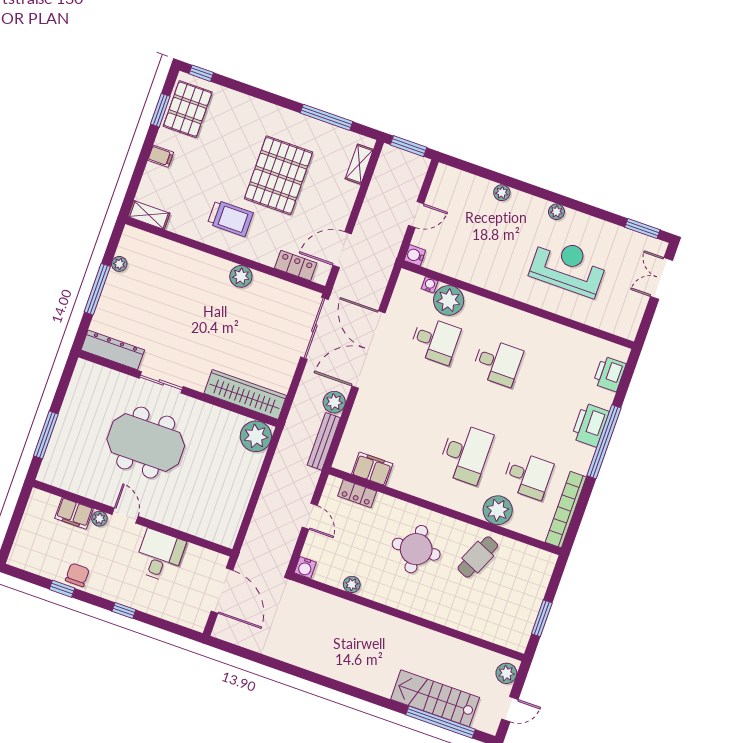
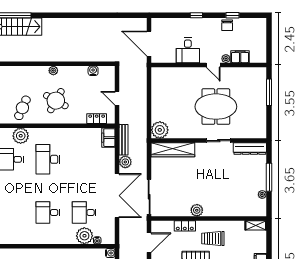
locker: (296, 266) -> (185, 226), moved
filing cabinet: (372, 469) -> (108, 138), moved, turned 90
round table: (416, 549) -> (56, 101), turned 32
water cooler: (305, 568) -> (93, 71), moved
plant: (352, 584) -> (53, 71), moved

